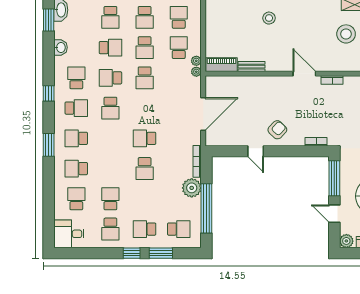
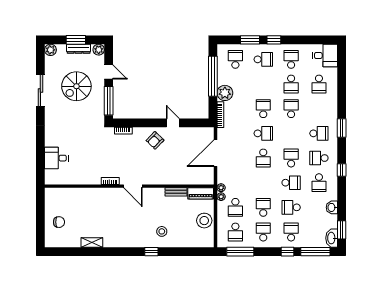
stool: (346, 34) -> (204, 221), moved
school desk: (145, 78) -> (263, 158), moved, turned 180
school desk: (76, 169) -> (291, 109), moved, turned -90
school desk: (179, 229) -> (235, 59), turned 90

